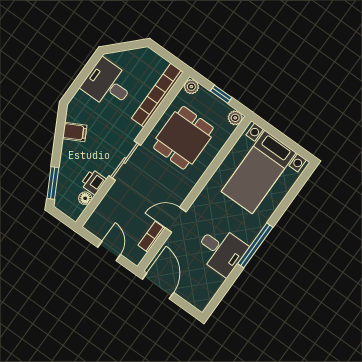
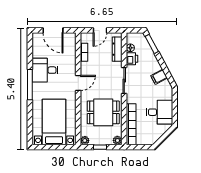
dining table: (183, 138) -> (103, 112), turned 90
dresser: (104, 209) -> (117, 49), added
door: (176, 220) -> (78, 83), moved
door: (109, 251) -> (100, 30), hinge flipped
door: (158, 286) -> (53, 30), moved

